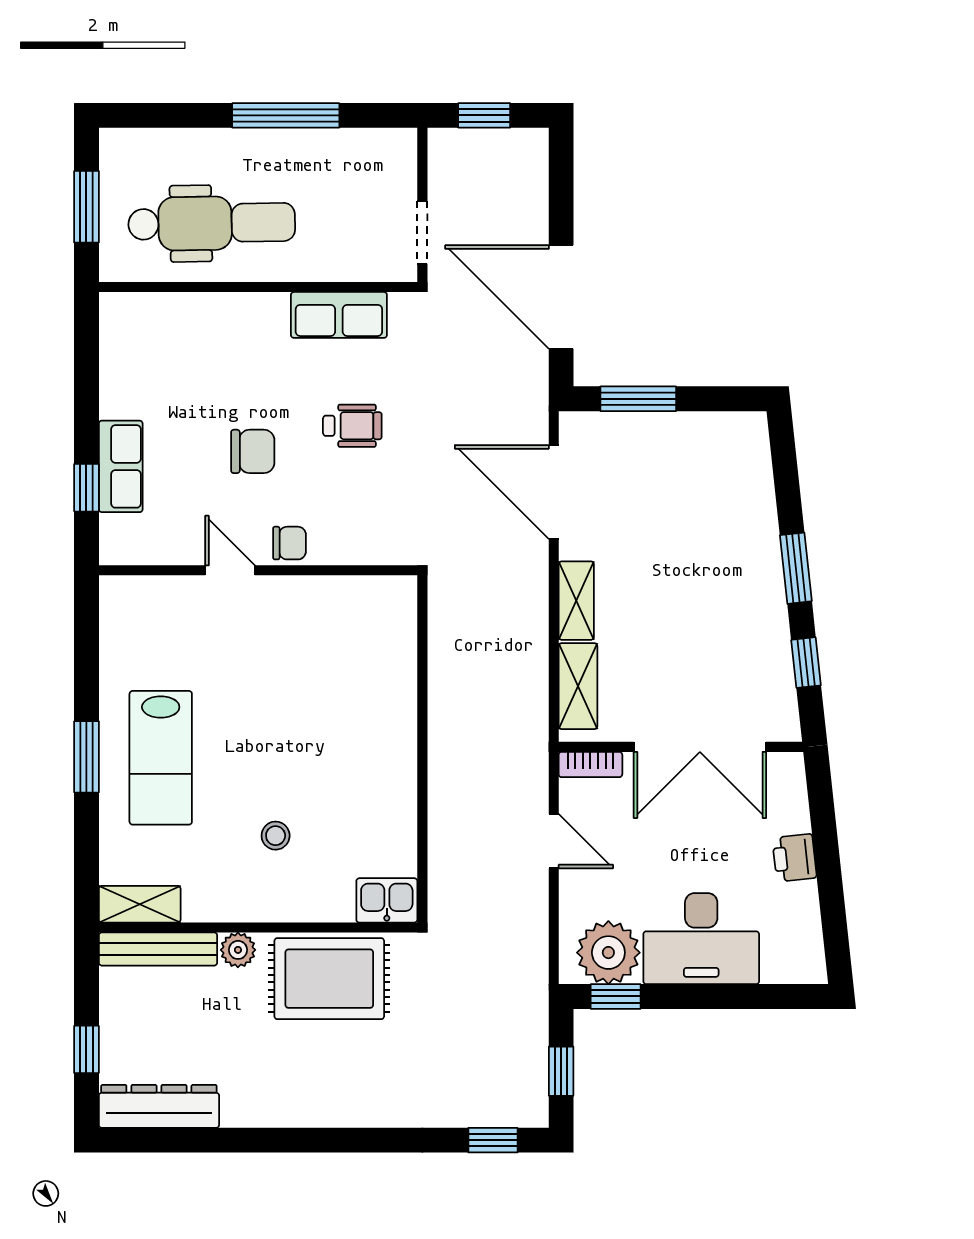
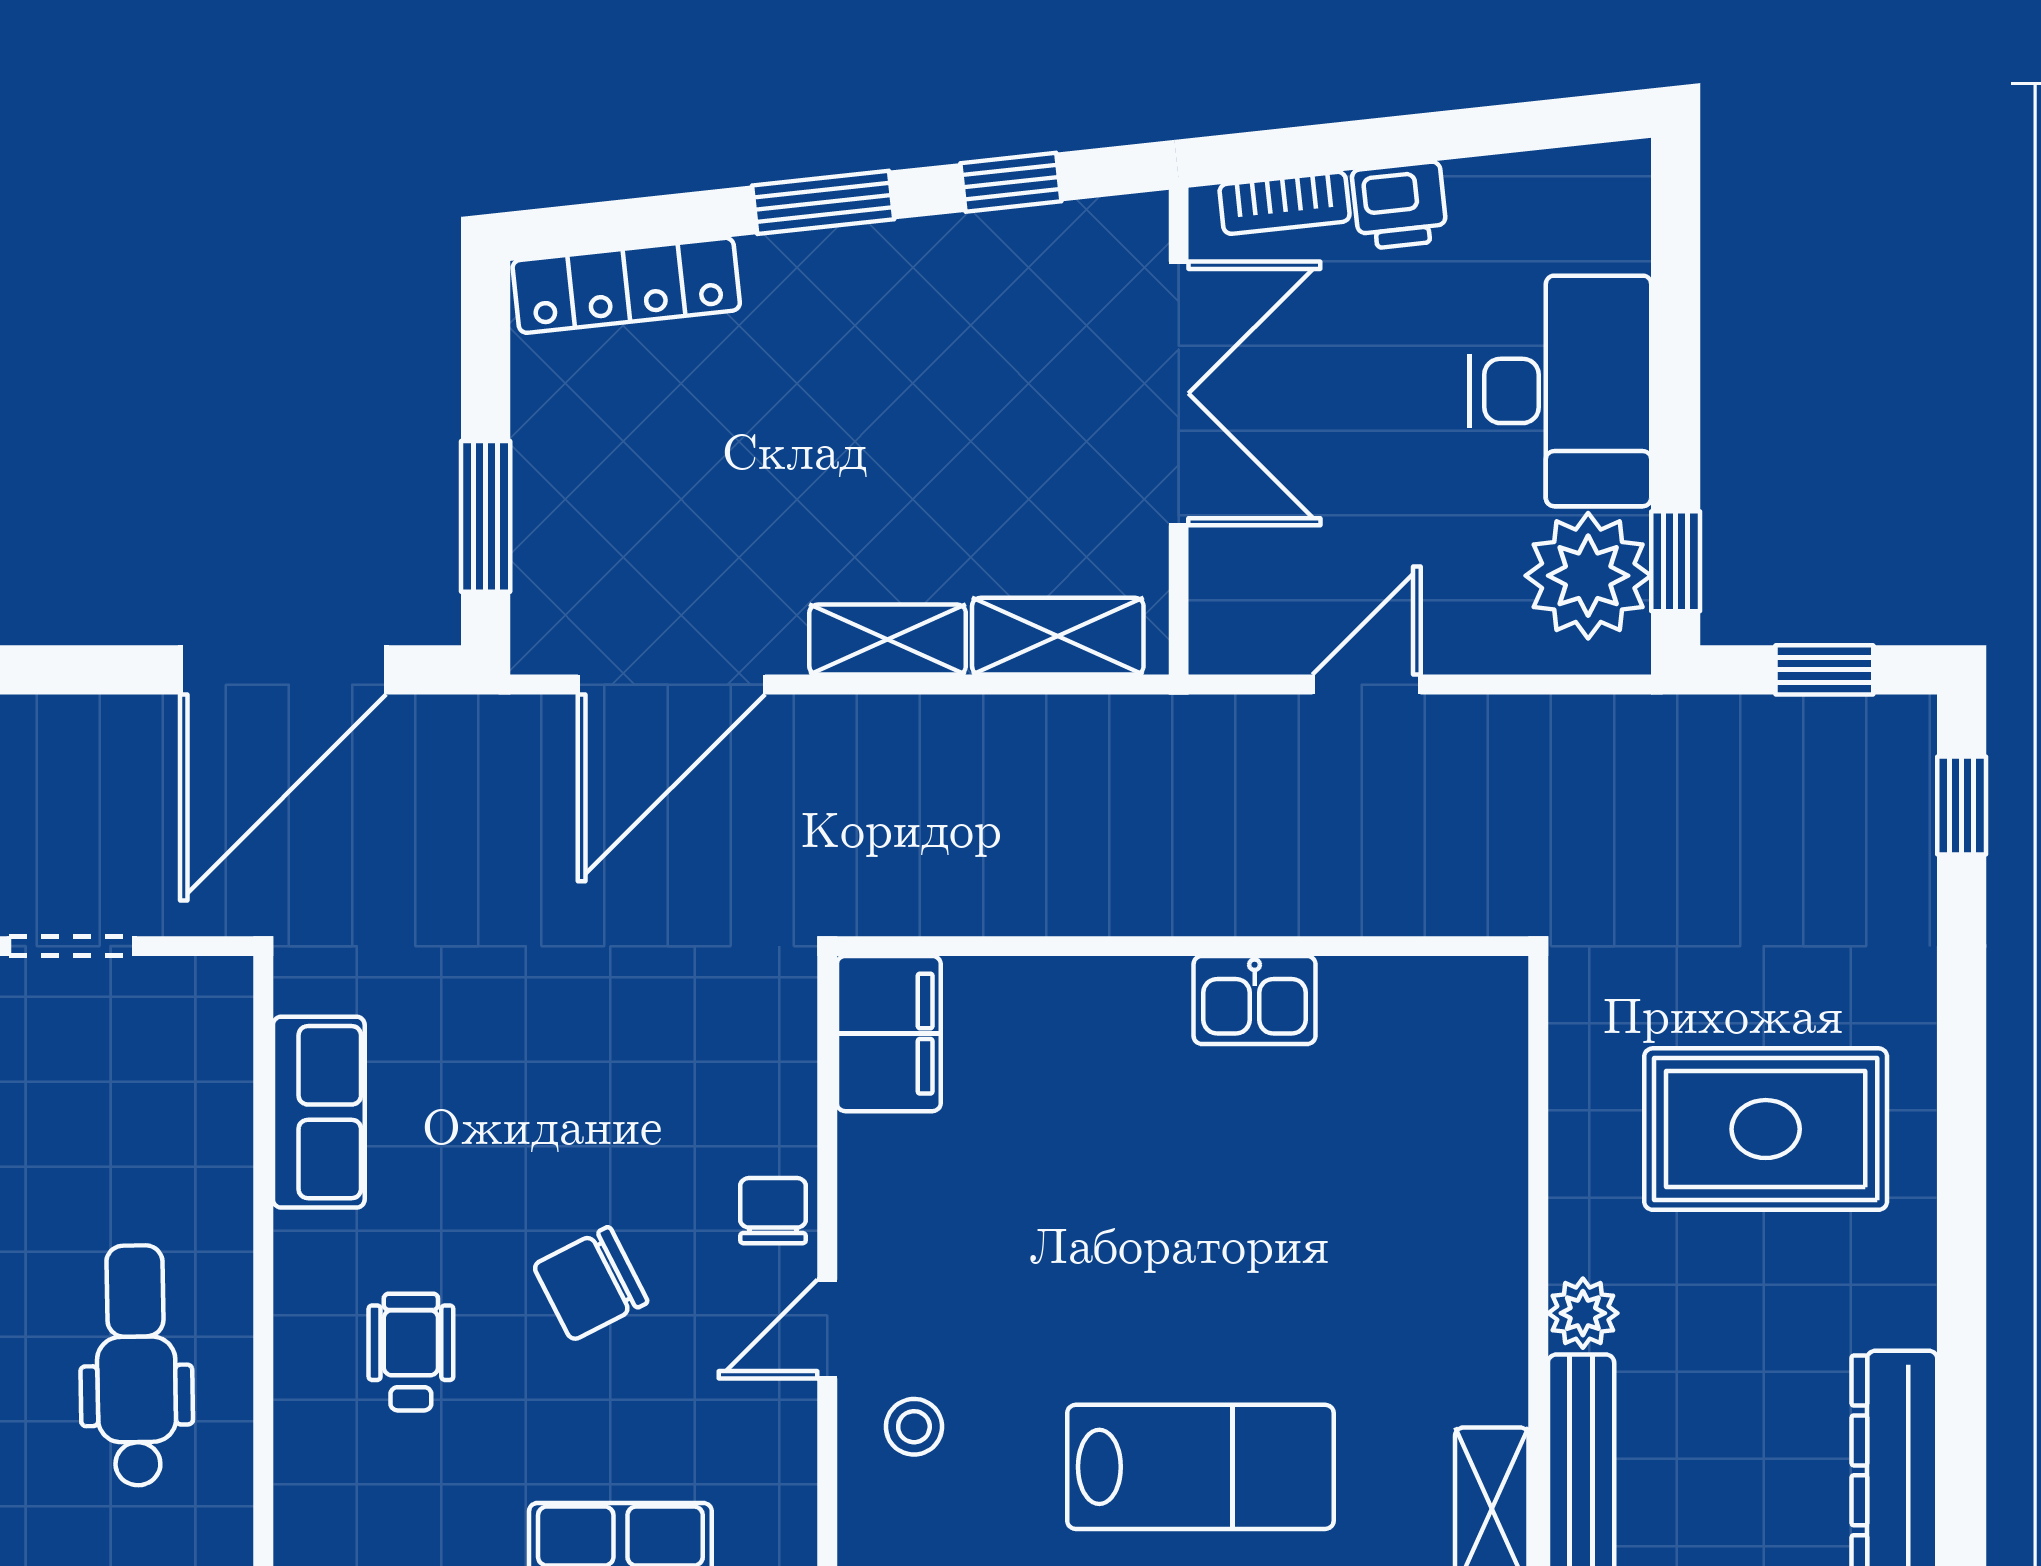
dental chair: (212, 223) -> (136, 1365), width x0.73, depth x0.72
doorway: (422, 232) -> (72, 946), moved
wheelchair: (352, 426) -> (411, 1352), moved
chair: (253, 451) -> (590, 1284), turned -117
locker: (754, 469) -> (626, 285), added
filing cabinet: (378, 601) -> (889, 1034), added
bookcase: (590, 765) -> (1285, 203), moved, turned 84
stool: (276, 836) -> (914, 1427), moved
kitchen sink: (387, 900) -> (1255, 1000), moved, turned -90
rug: (329, 979) -> (1766, 1129), moved, turned 90

